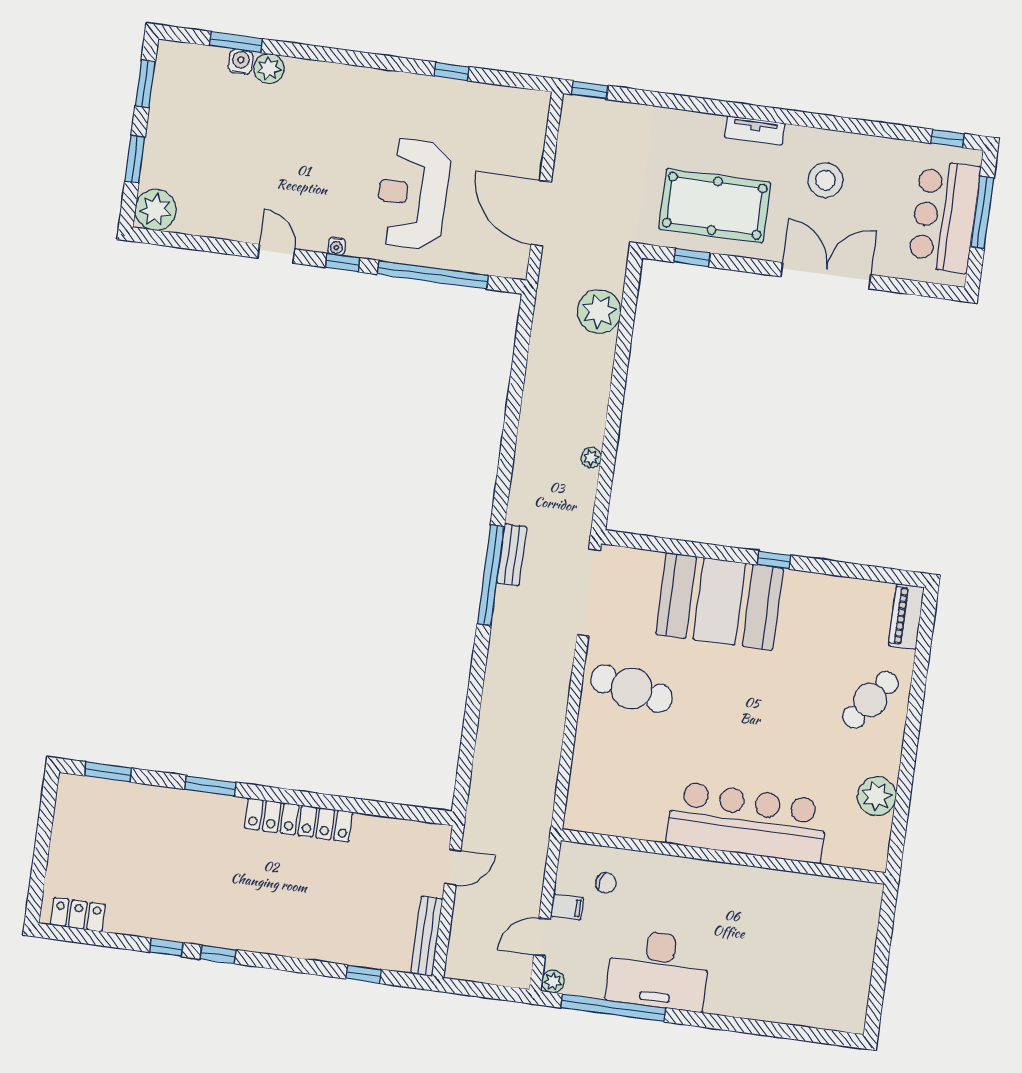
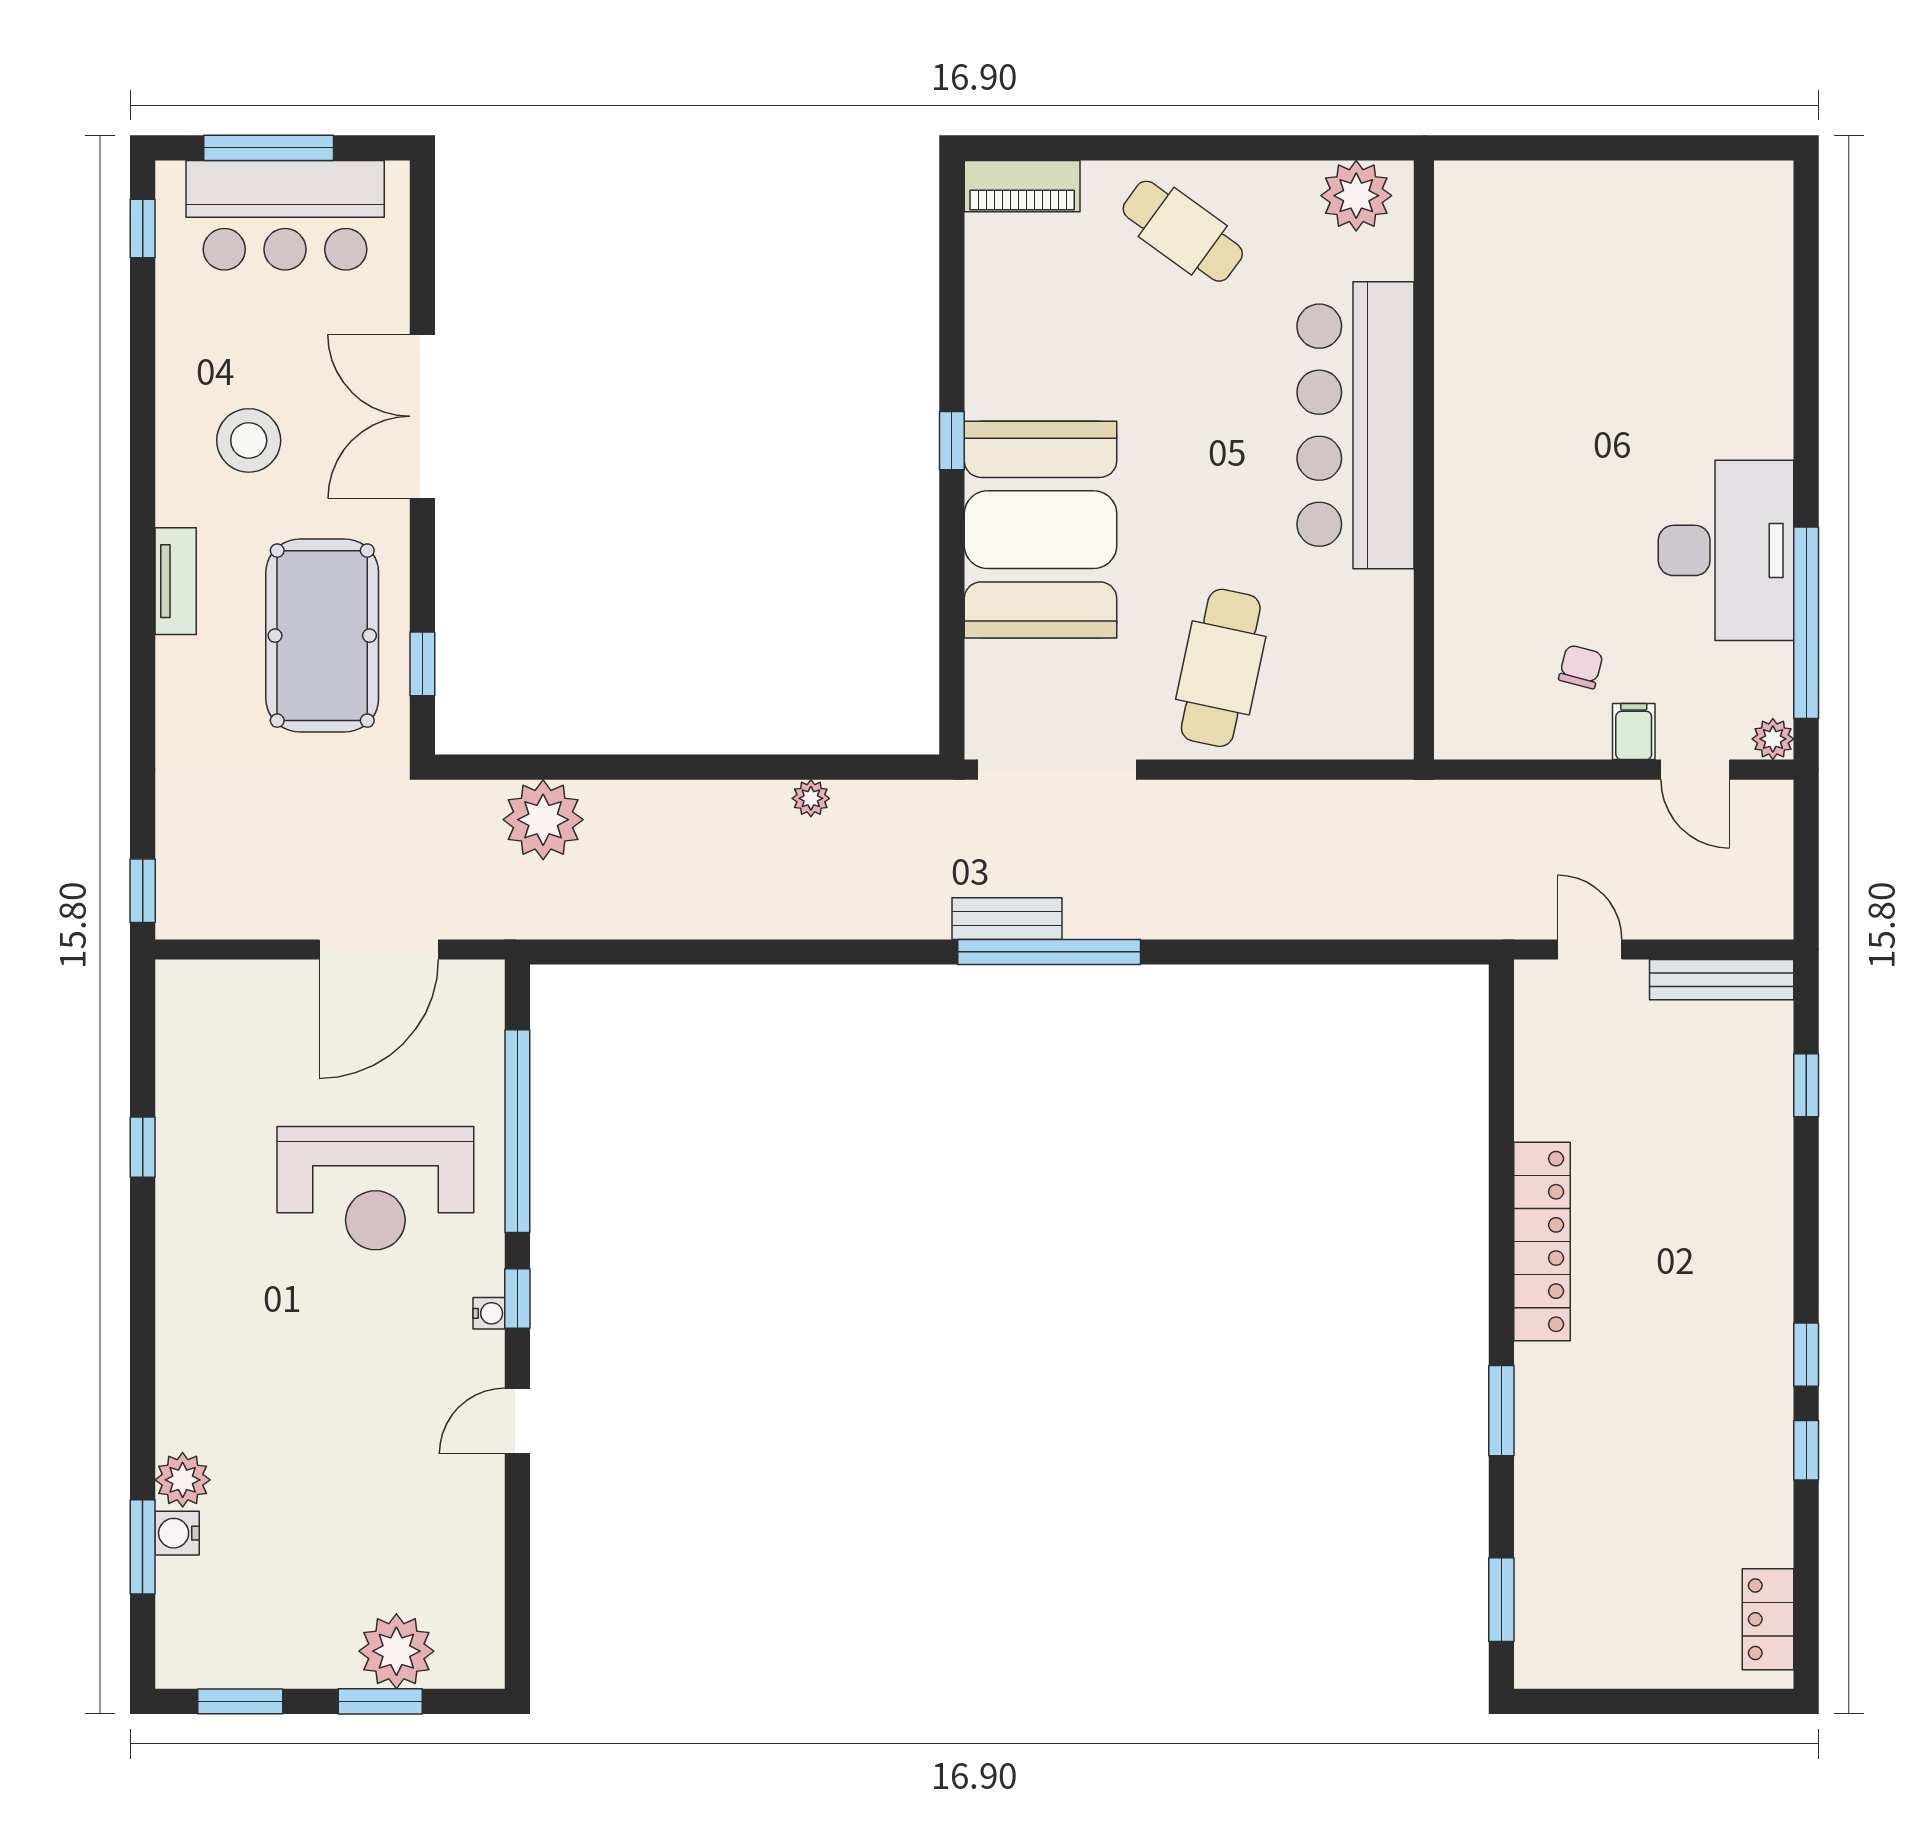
plant: (156, 210) -> (396, 1651), moved
bar counter: (747, 822) -> (1355, 425), moved
wall: (723, 857) -> (1424, 460), moved

